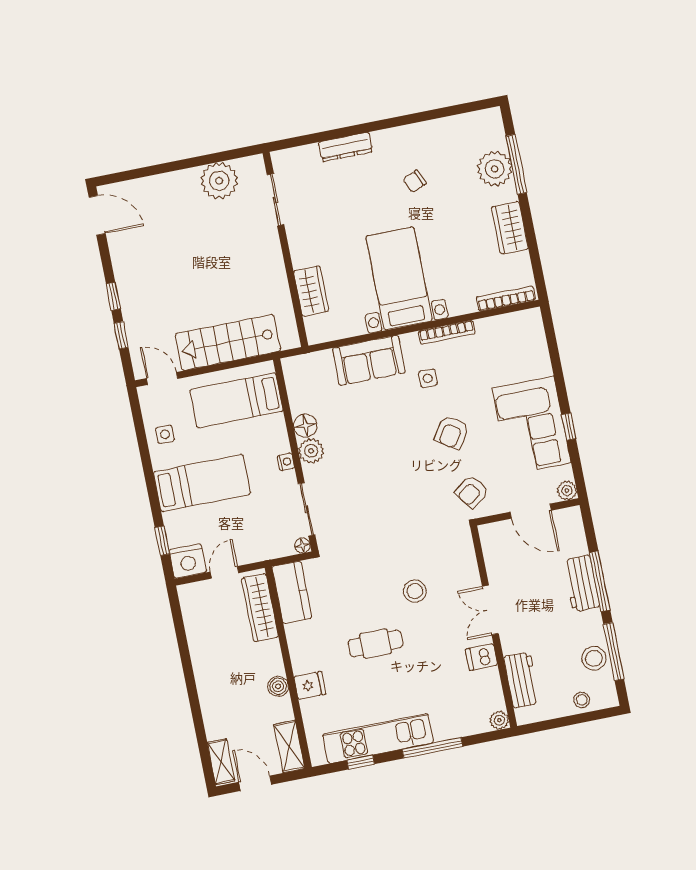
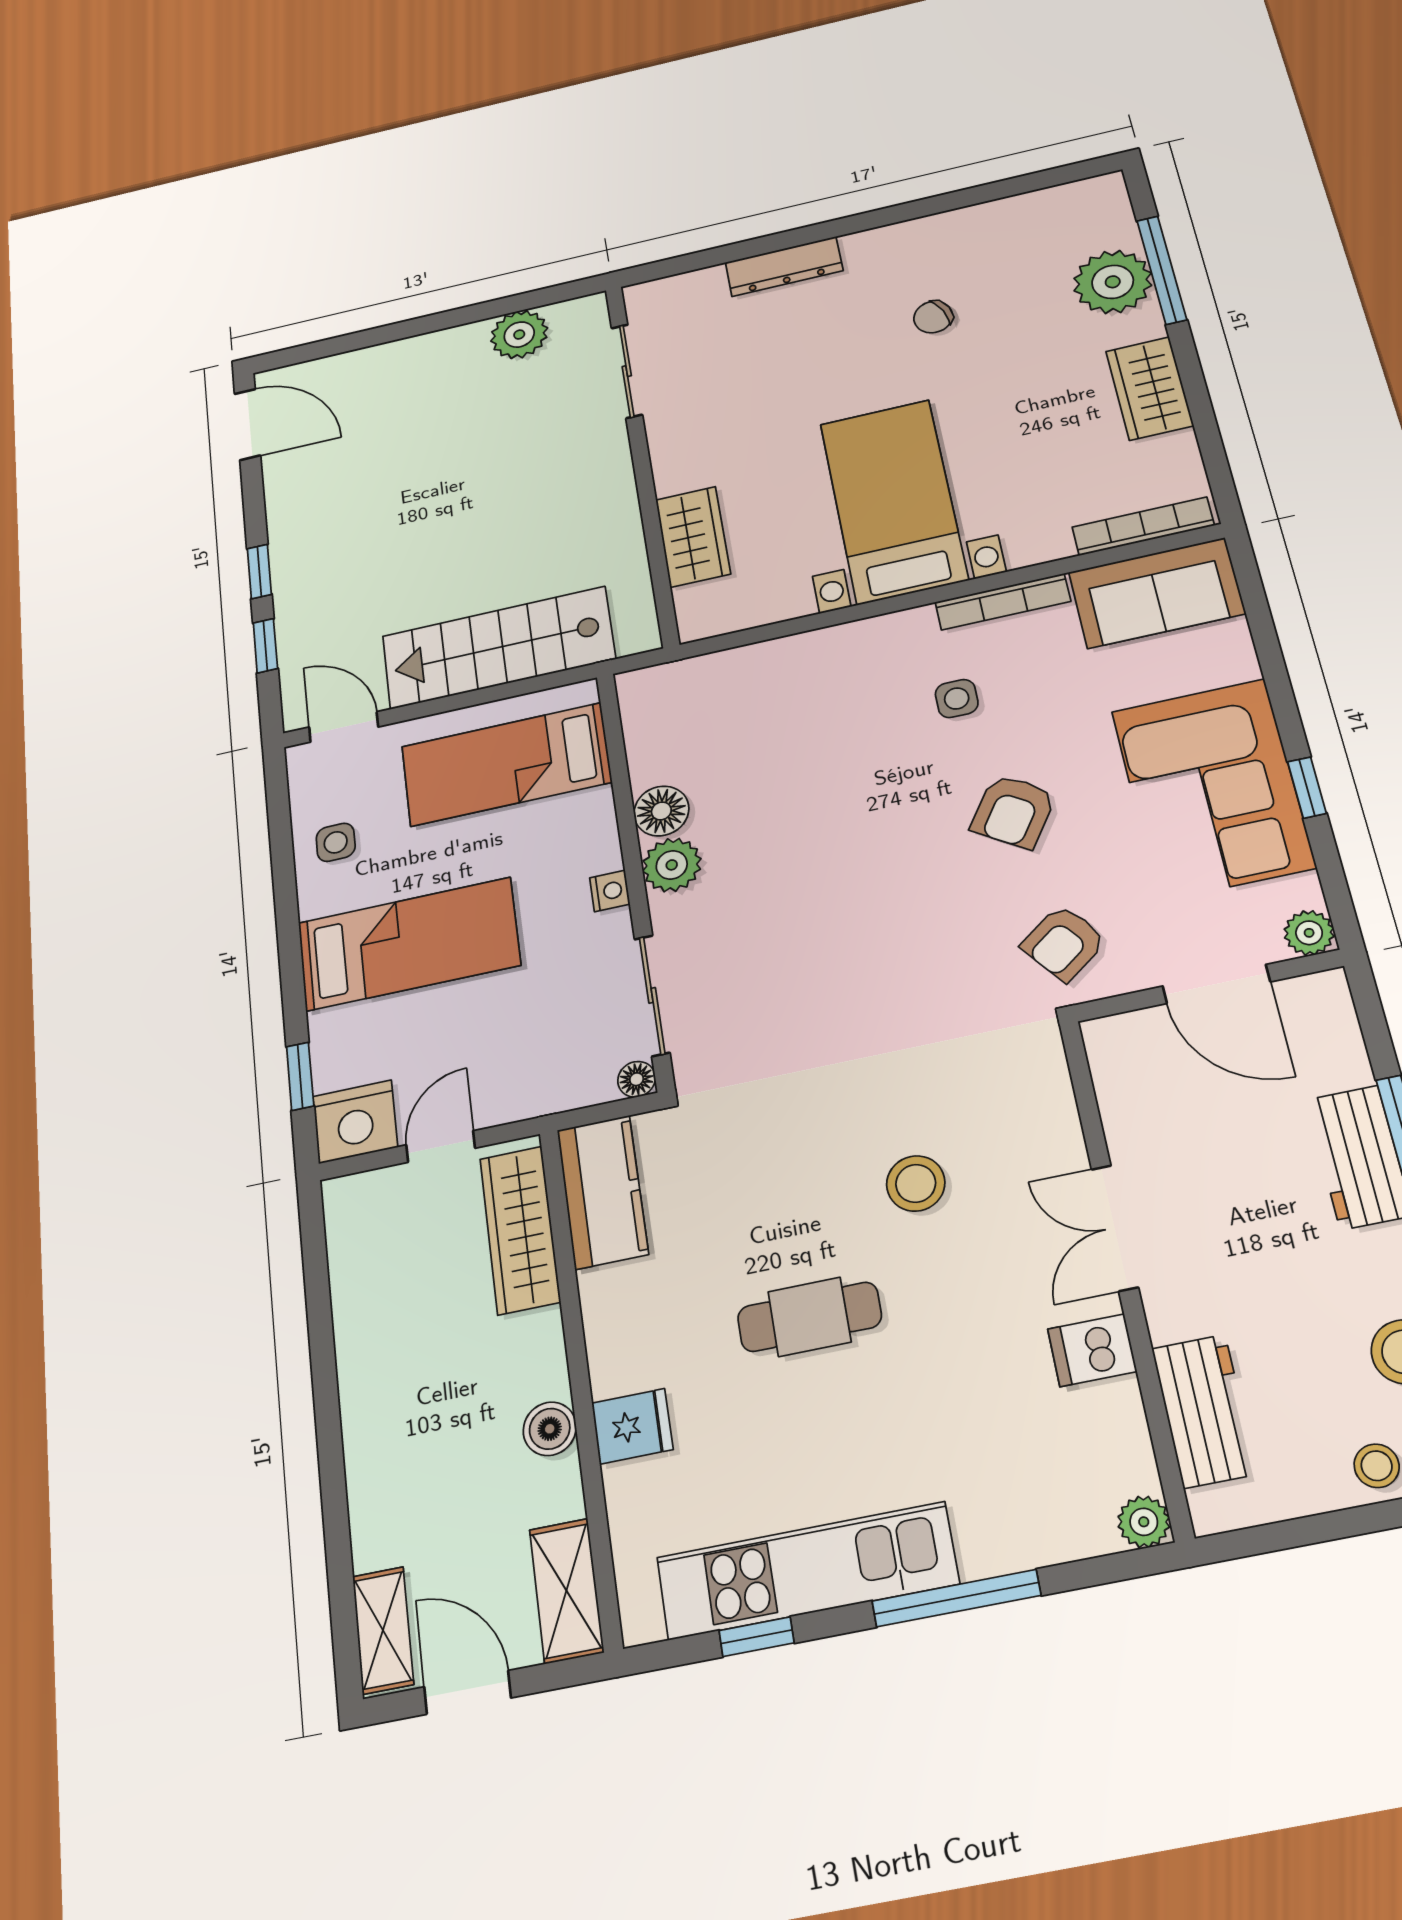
plant: (219, 181) -> (519, 335), width x0.73, depth x0.73
sofa: (369, 360) -> (1156, 593), moved

